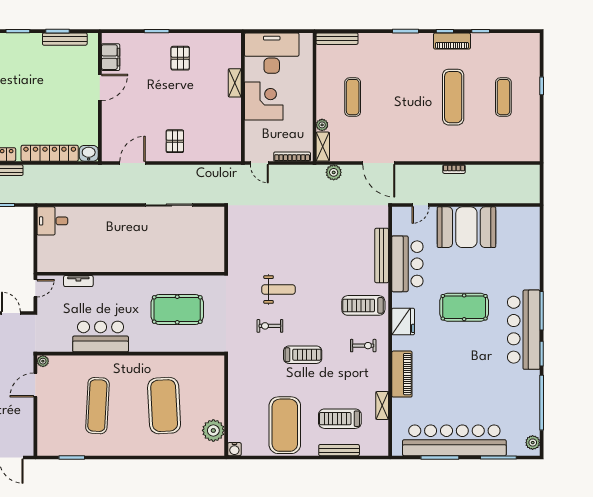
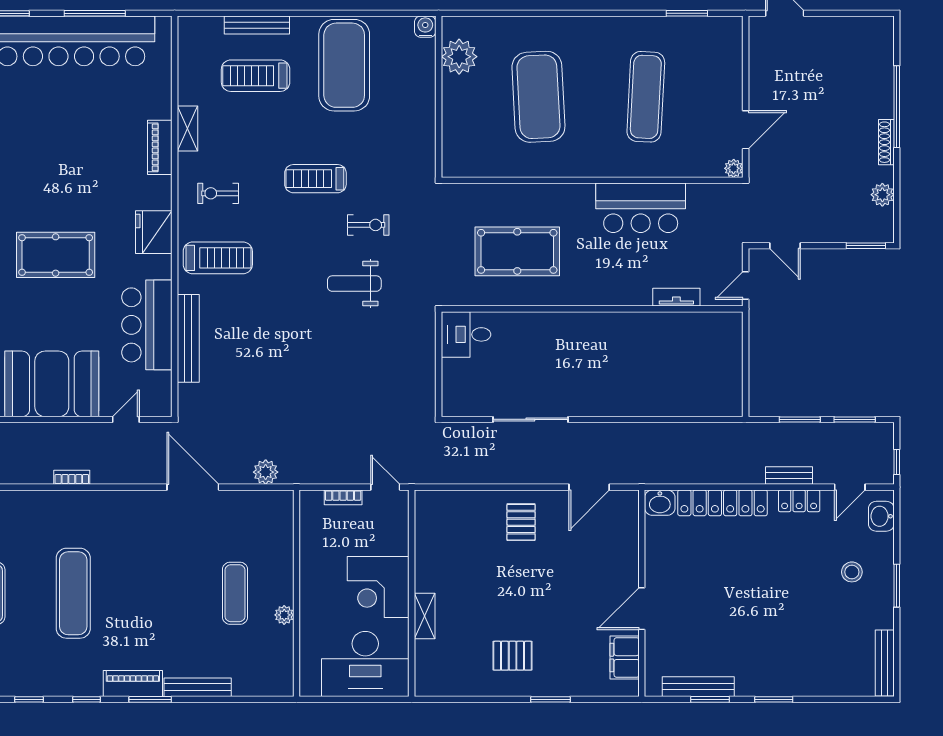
bench: (337, 39) -> (198, 687), moved
piano: (452, 41) -> (133, 683), moved
pallet: (180, 58) -> (513, 656), turned 90
plant: (322, 125) -> (284, 615), moved
shelving: (323, 147) -> (283, 514), removed
bookcase: (292, 157) -> (343, 497), width x0.64
desk: (52, 221) -> (466, 334), moved, turned 180
piano: (402, 374) -> (160, 147), width x0.73, depth x0.75
shelving: (382, 405) -> (187, 129), moved
treadmill: (340, 419) -> (256, 76), turned 180

